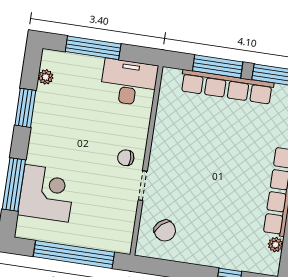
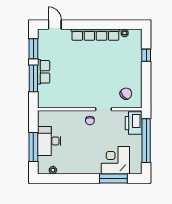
desk: (129, 83) -> (49, 141), moved
row of seats: (227, 87) -> (44, 72), width x0.50
window: (25, 108) -> (71, 179), removed
printer: (109, 237) -> (134, 123), added

